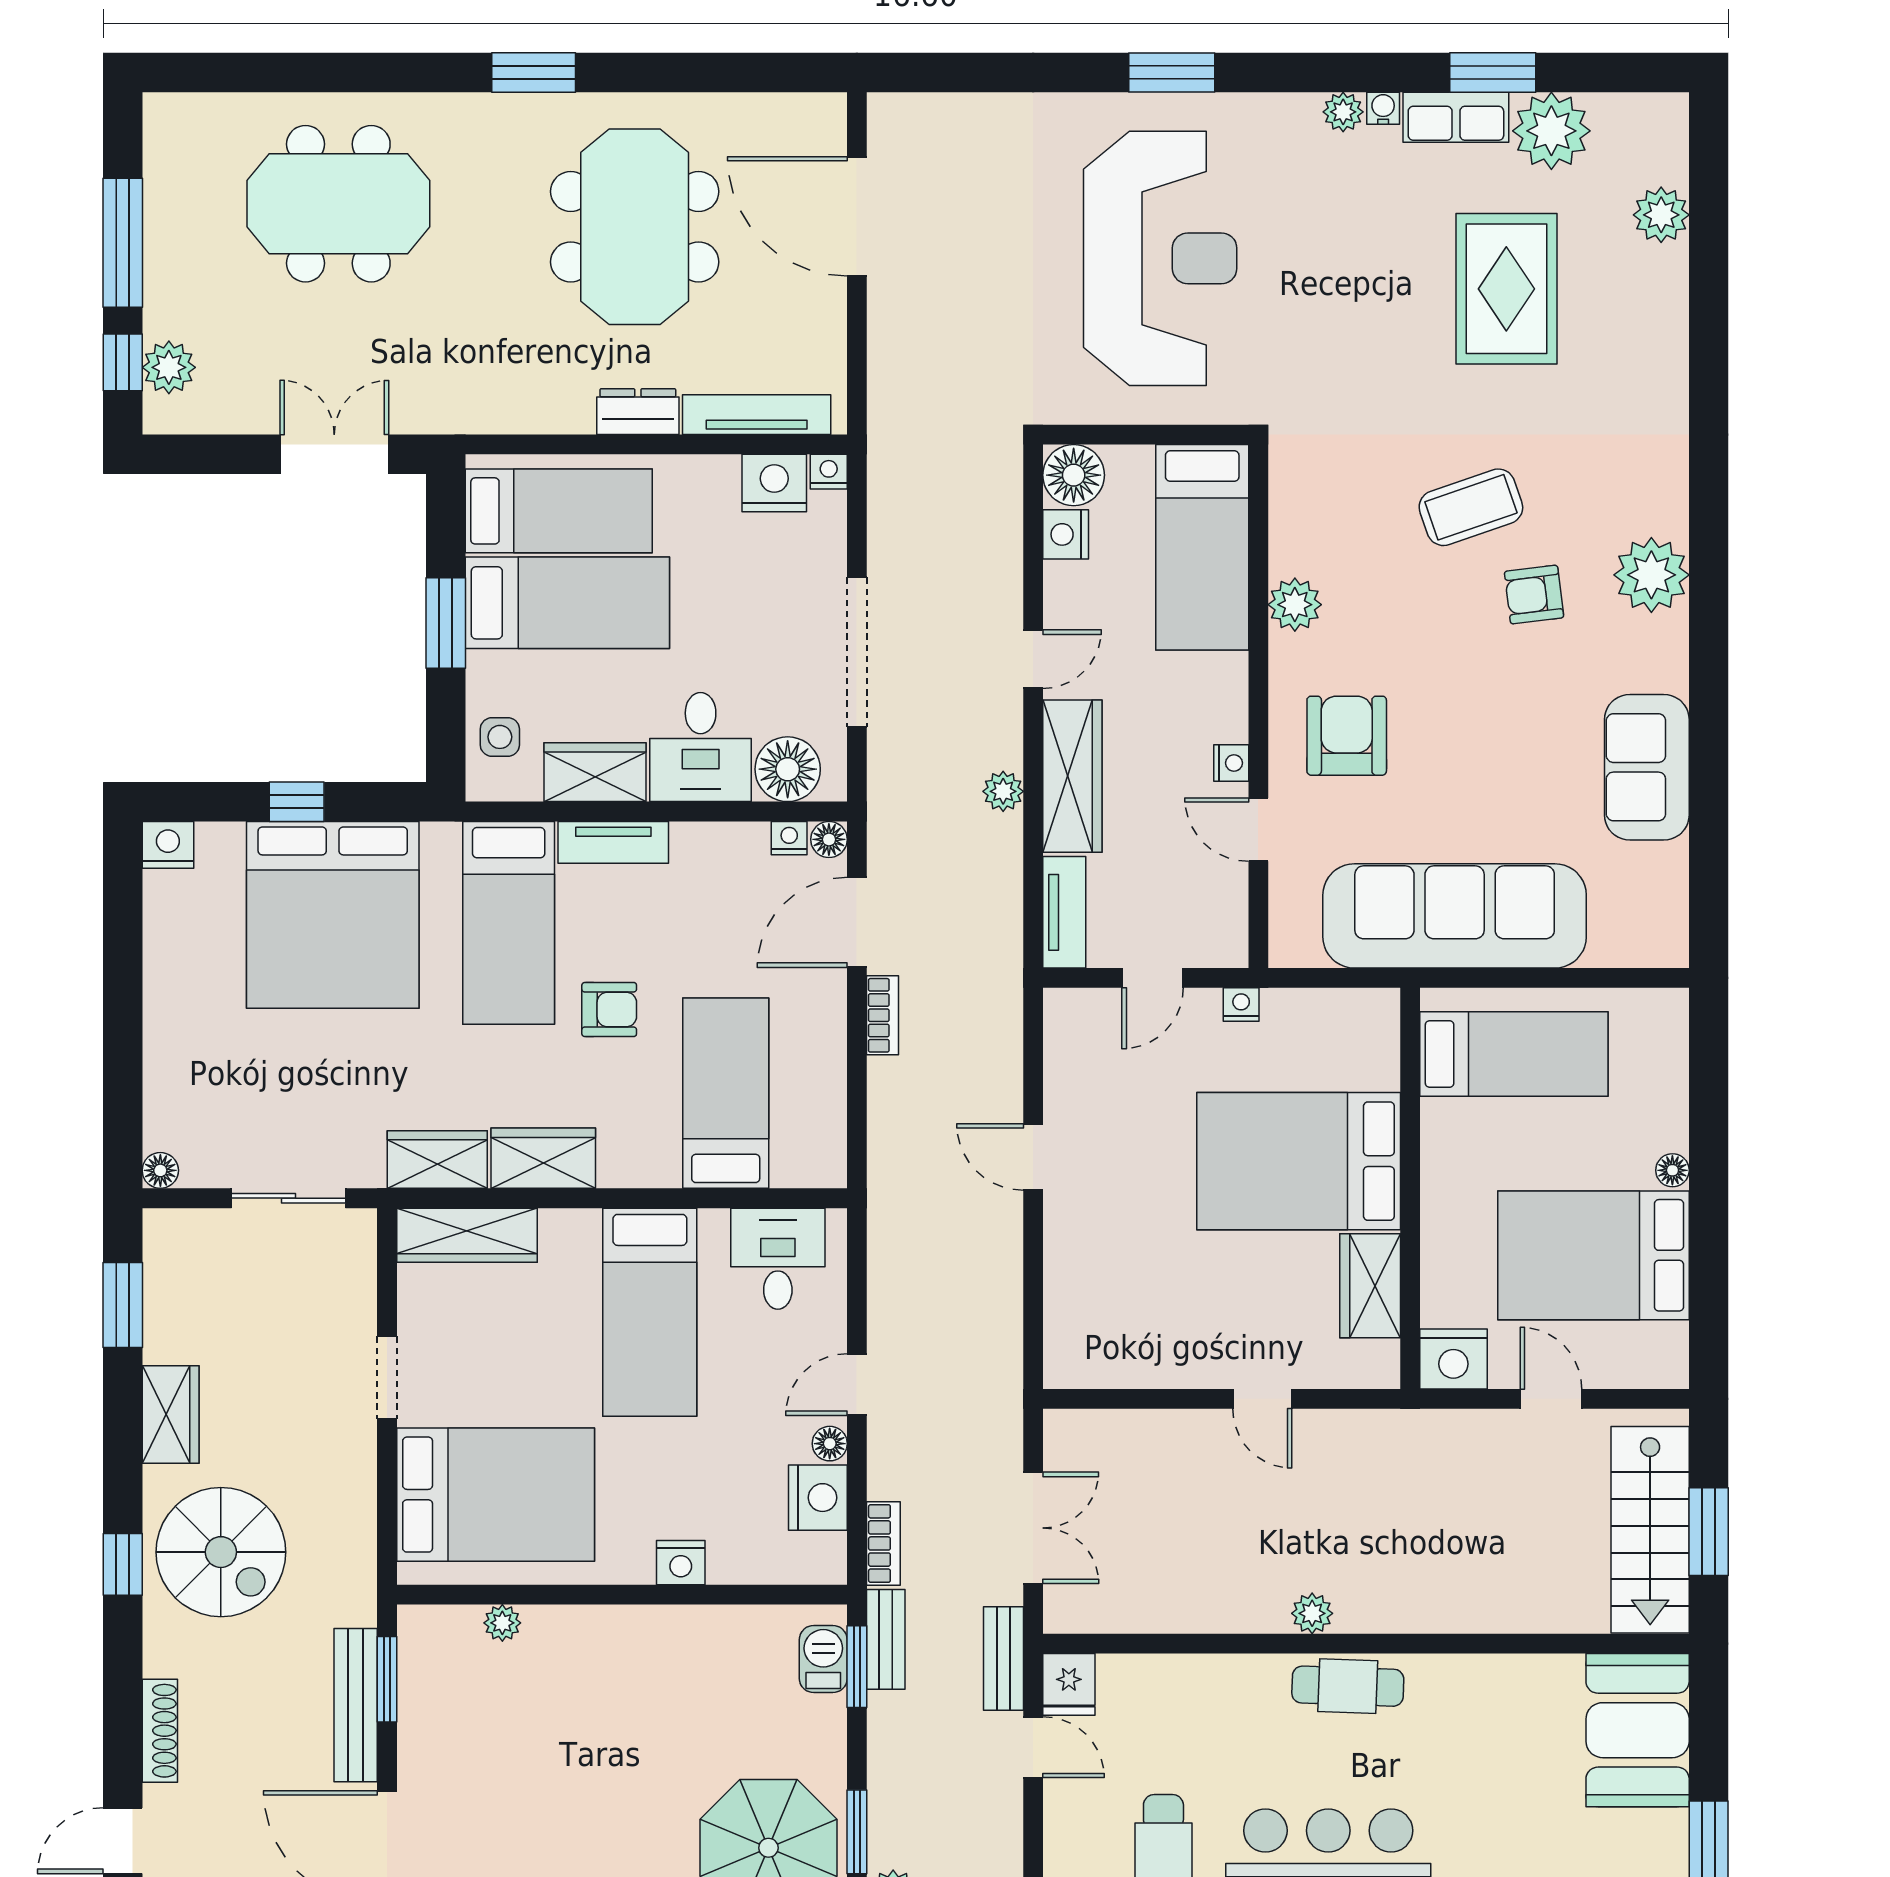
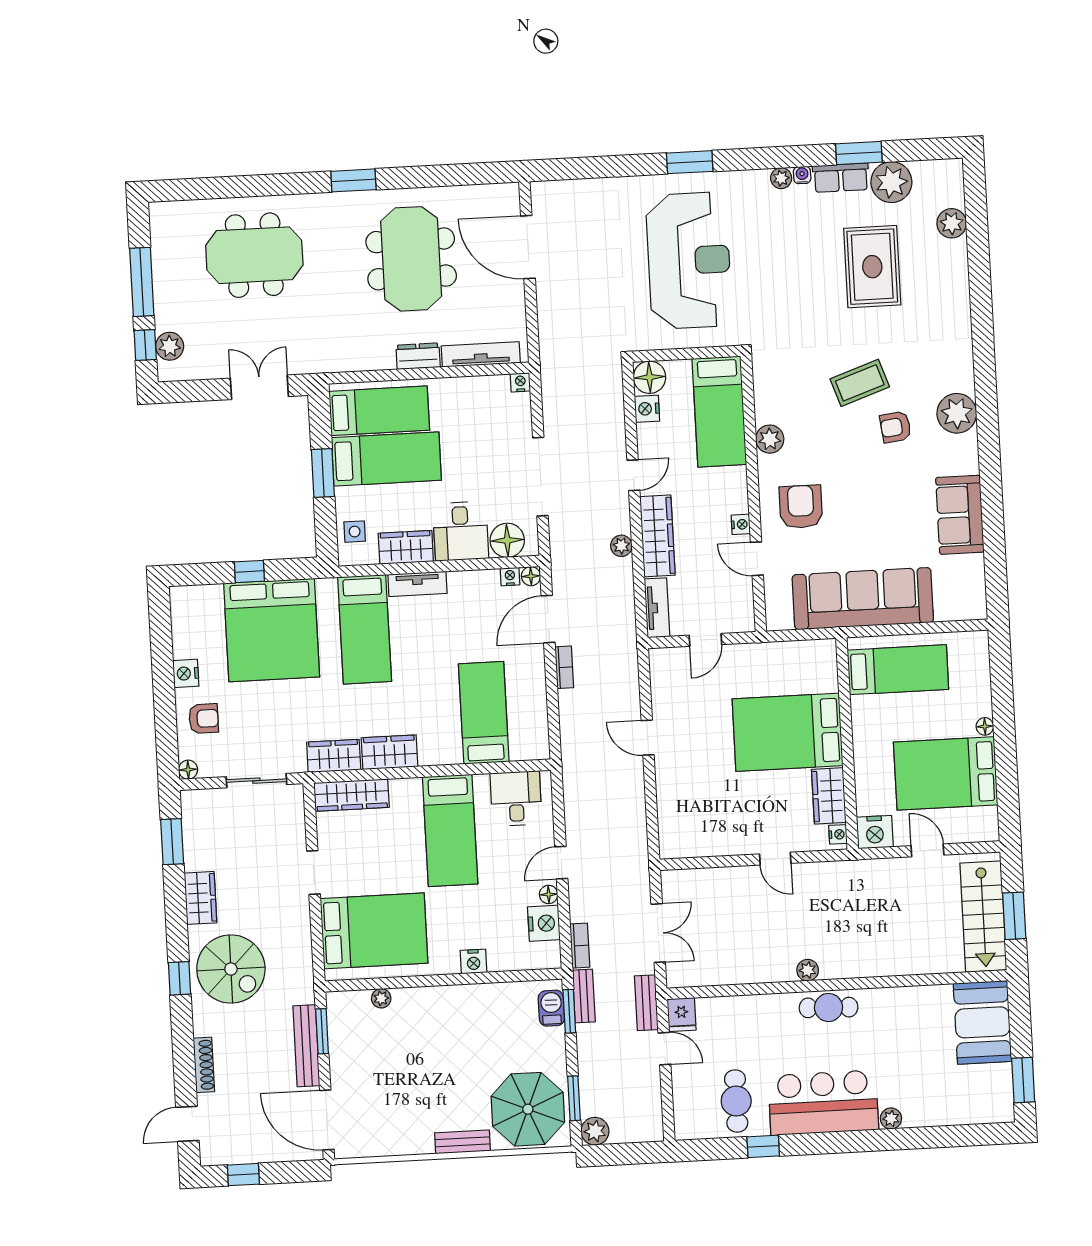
nightstand: (774, 483) -> (492, 390), removed
nightstand: (168, 845) -> (186, 673), moved, turned -90
nightstand: (1241, 1005) -> (838, 834), moved, turned 90
armchair: (609, 1010) -> (204, 719), moved

